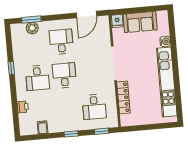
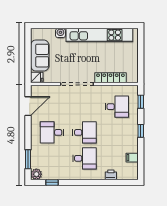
door: (86, 15) -> (28, 106), hinge flipped
plant: (32, 28) -> (36, 174), moved
window: (11, 68) -> (52, 182), moved
desk: (64, 76) -> (84, 132), turned 180

